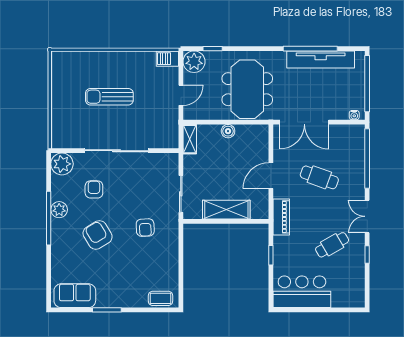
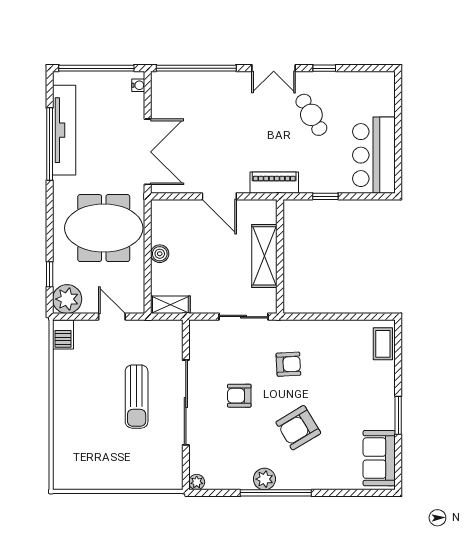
sun lounger: (109, 97) -> (137, 397), moved
plant: (62, 164) -> (197, 482), width x0.53, depth x0.53
cafe table: (319, 177) -> (221, 132), removed
armchair: (94, 189) -> (239, 396), moved

